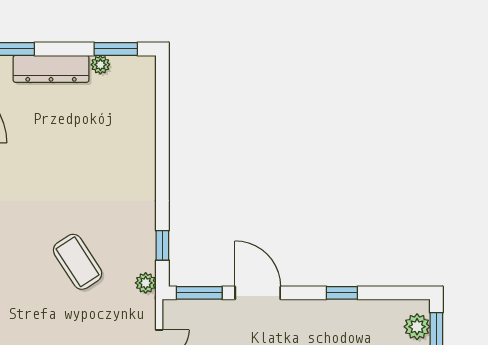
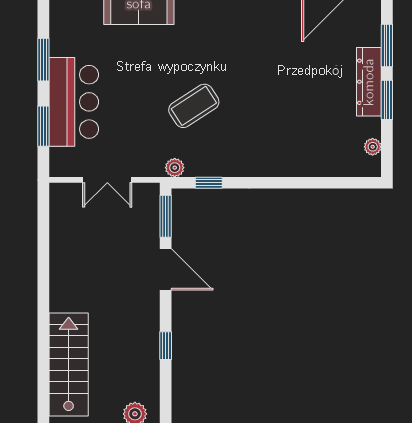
window: (116, 49) -> (387, 100), moved
plant: (100, 65) -> (373, 147), moved
door: (258, 293) -> (166, 269), hinge flipped

